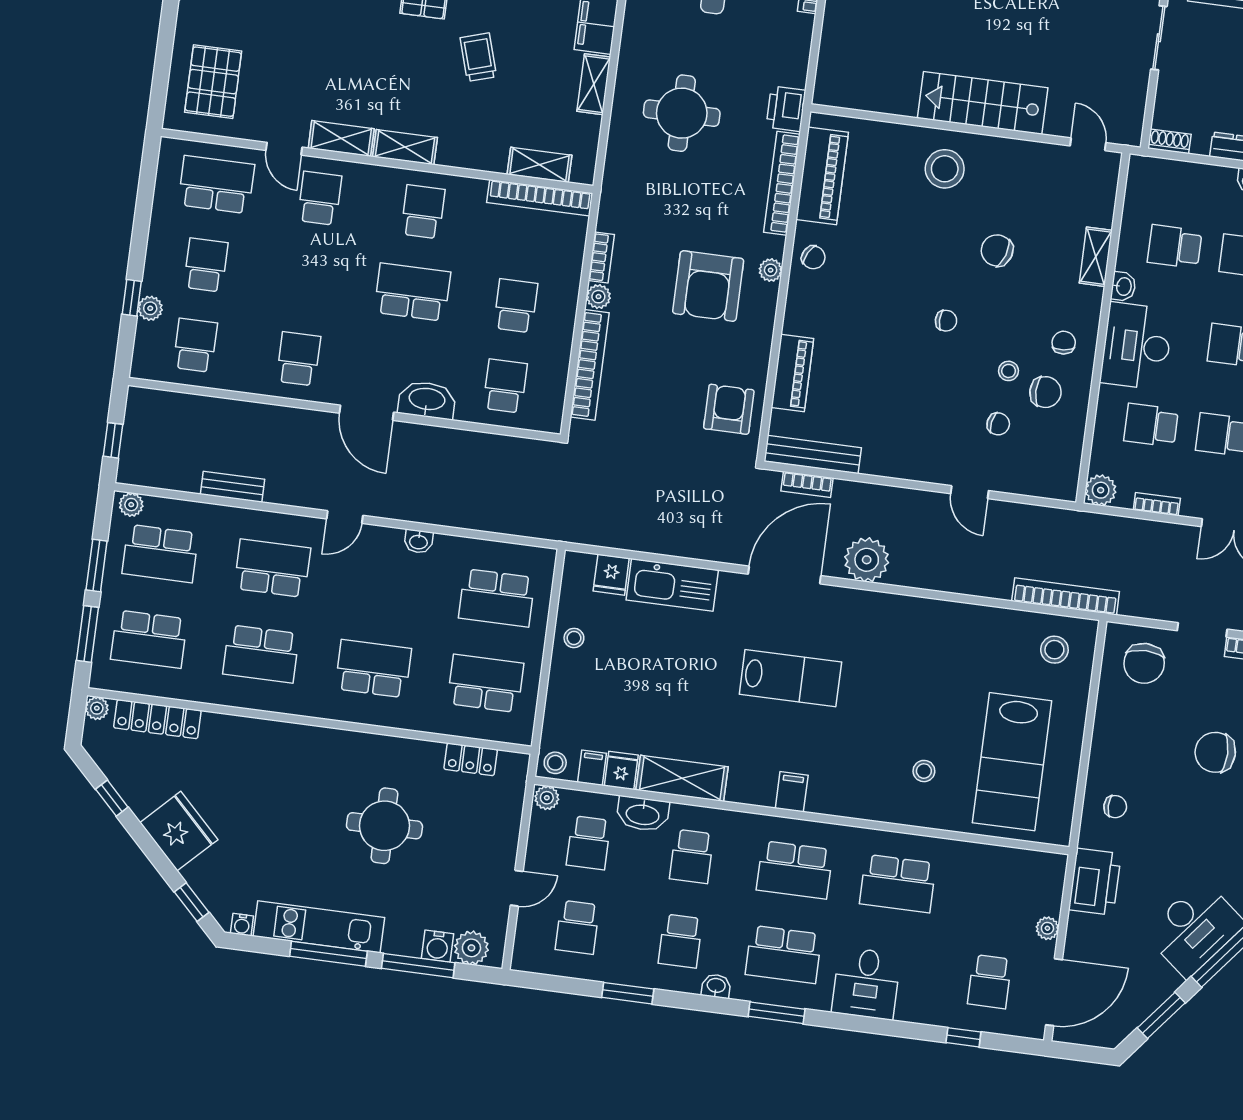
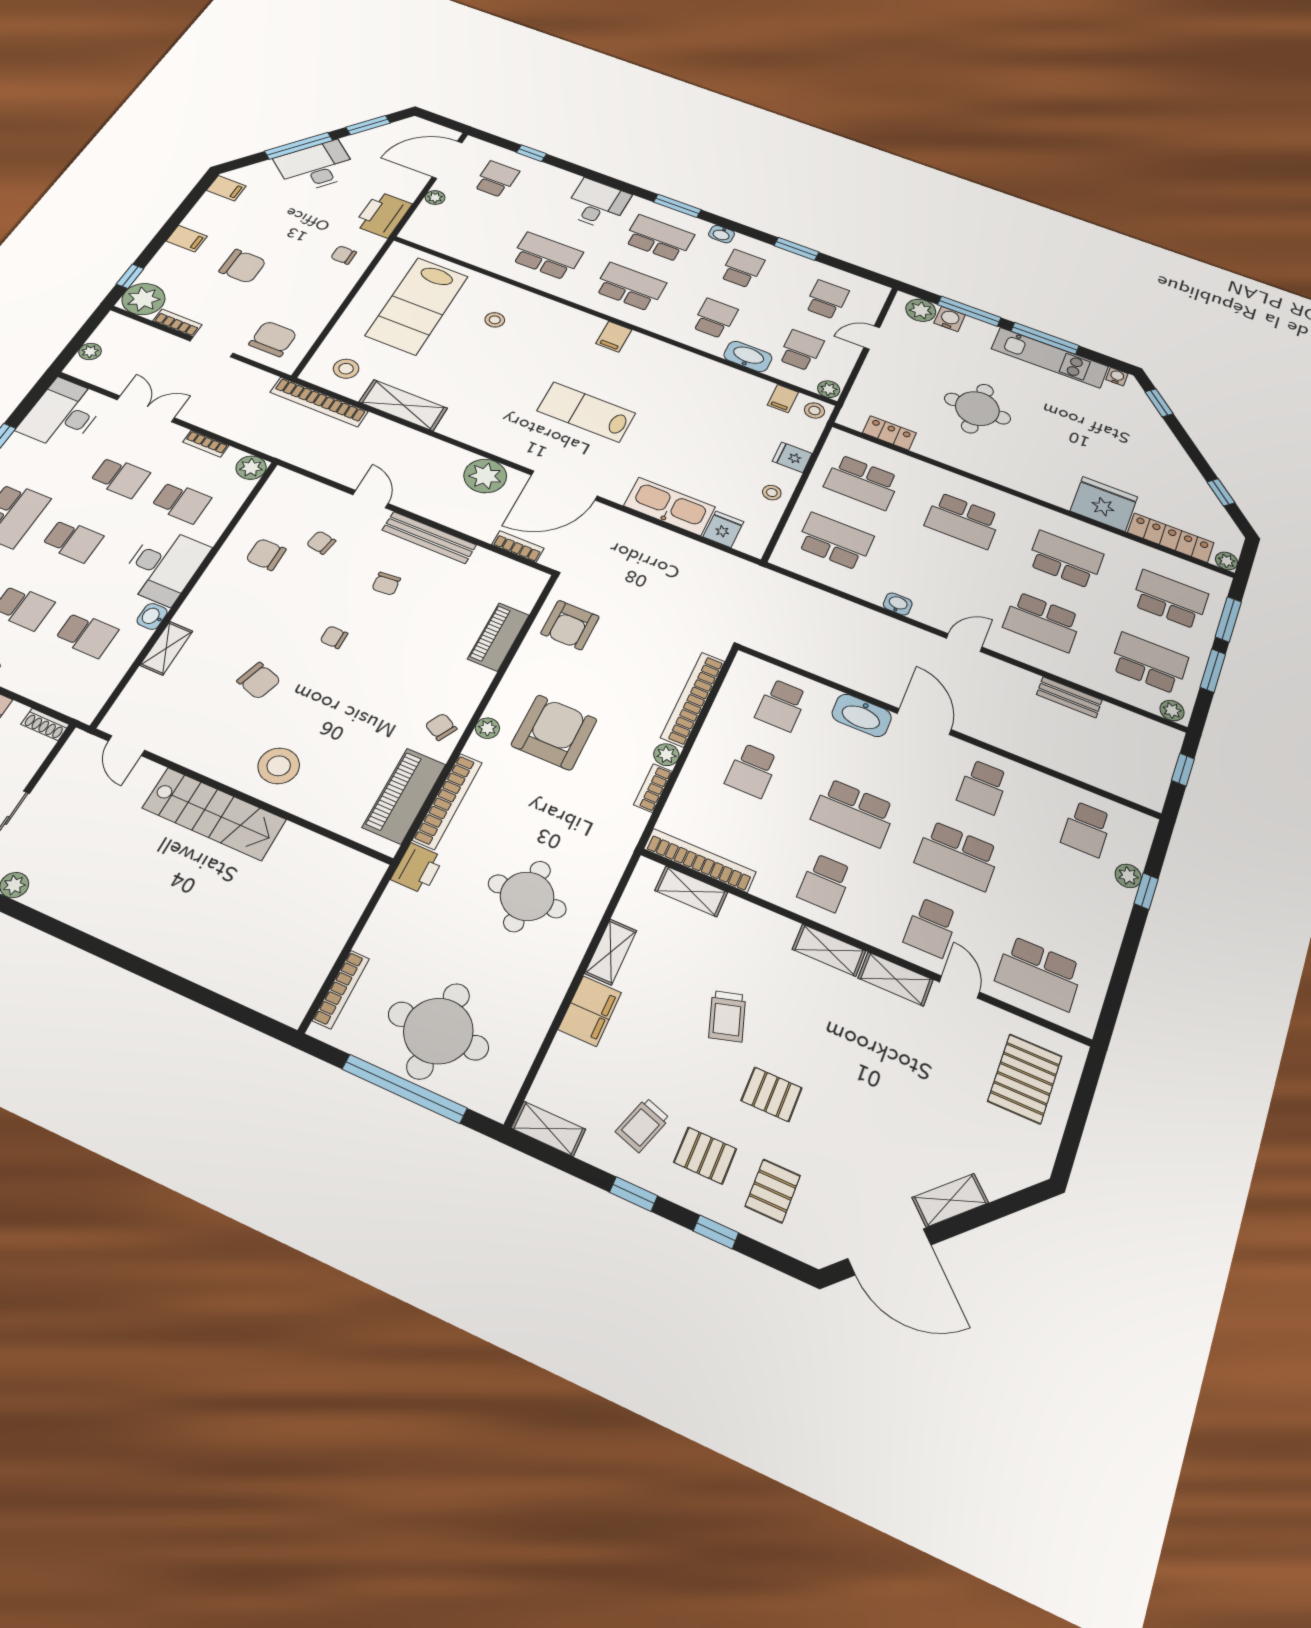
school desk: (206, 265) -> (957, 855), moved, width x1.85
chair: (1064, 343) -> (386, 584), moved
stool: (1009, 371) -> (293, 580), removed
bench: (813, 455) -> (429, 538), moved
lab bench: (1012, 762) -> (417, 306), turned 180
fridge: (621, 771) -> (792, 457), moved, turned 90
shelving: (682, 778) -> (403, 405), moved
fridge: (179, 831) -> (1104, 504), moved, turned 135

